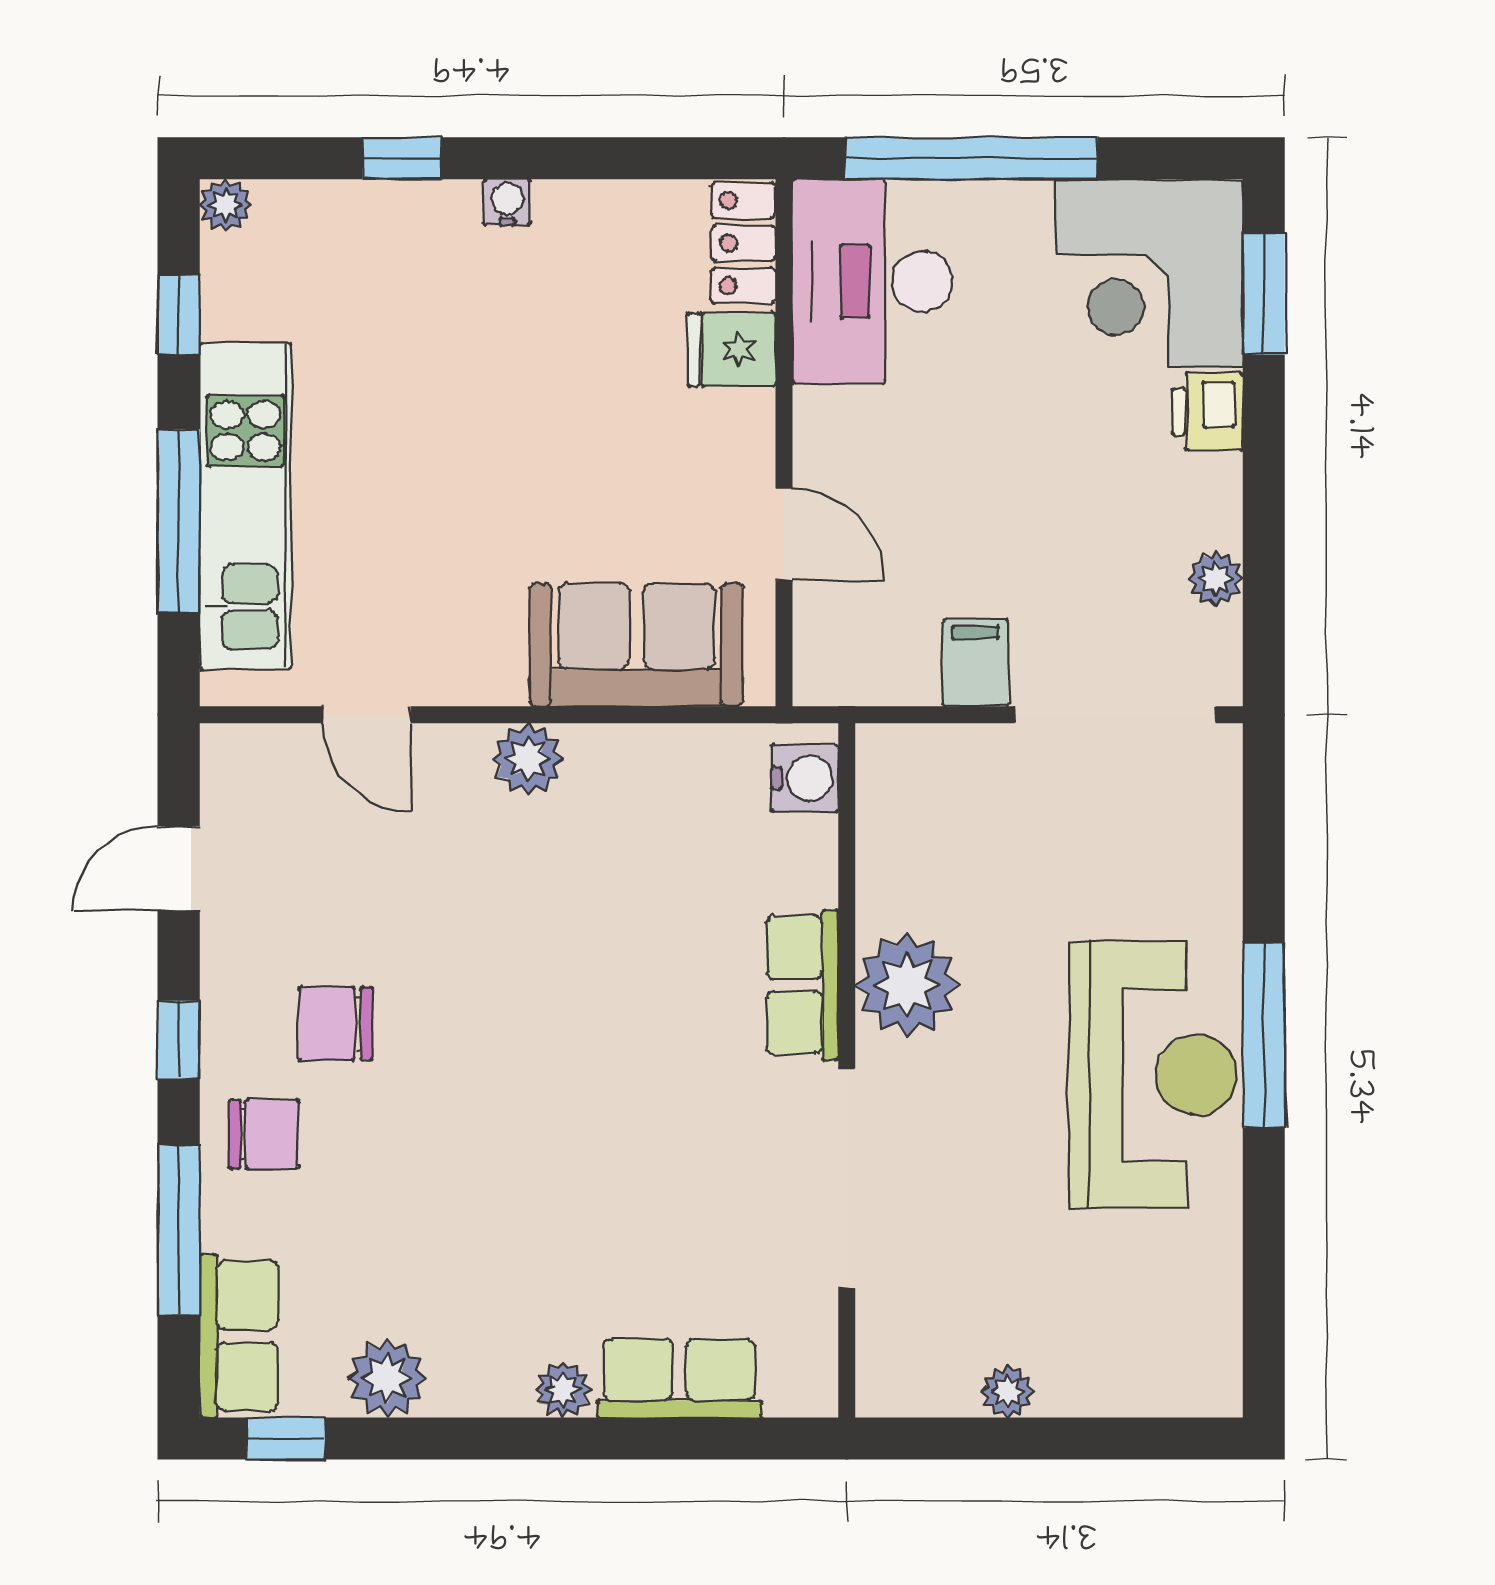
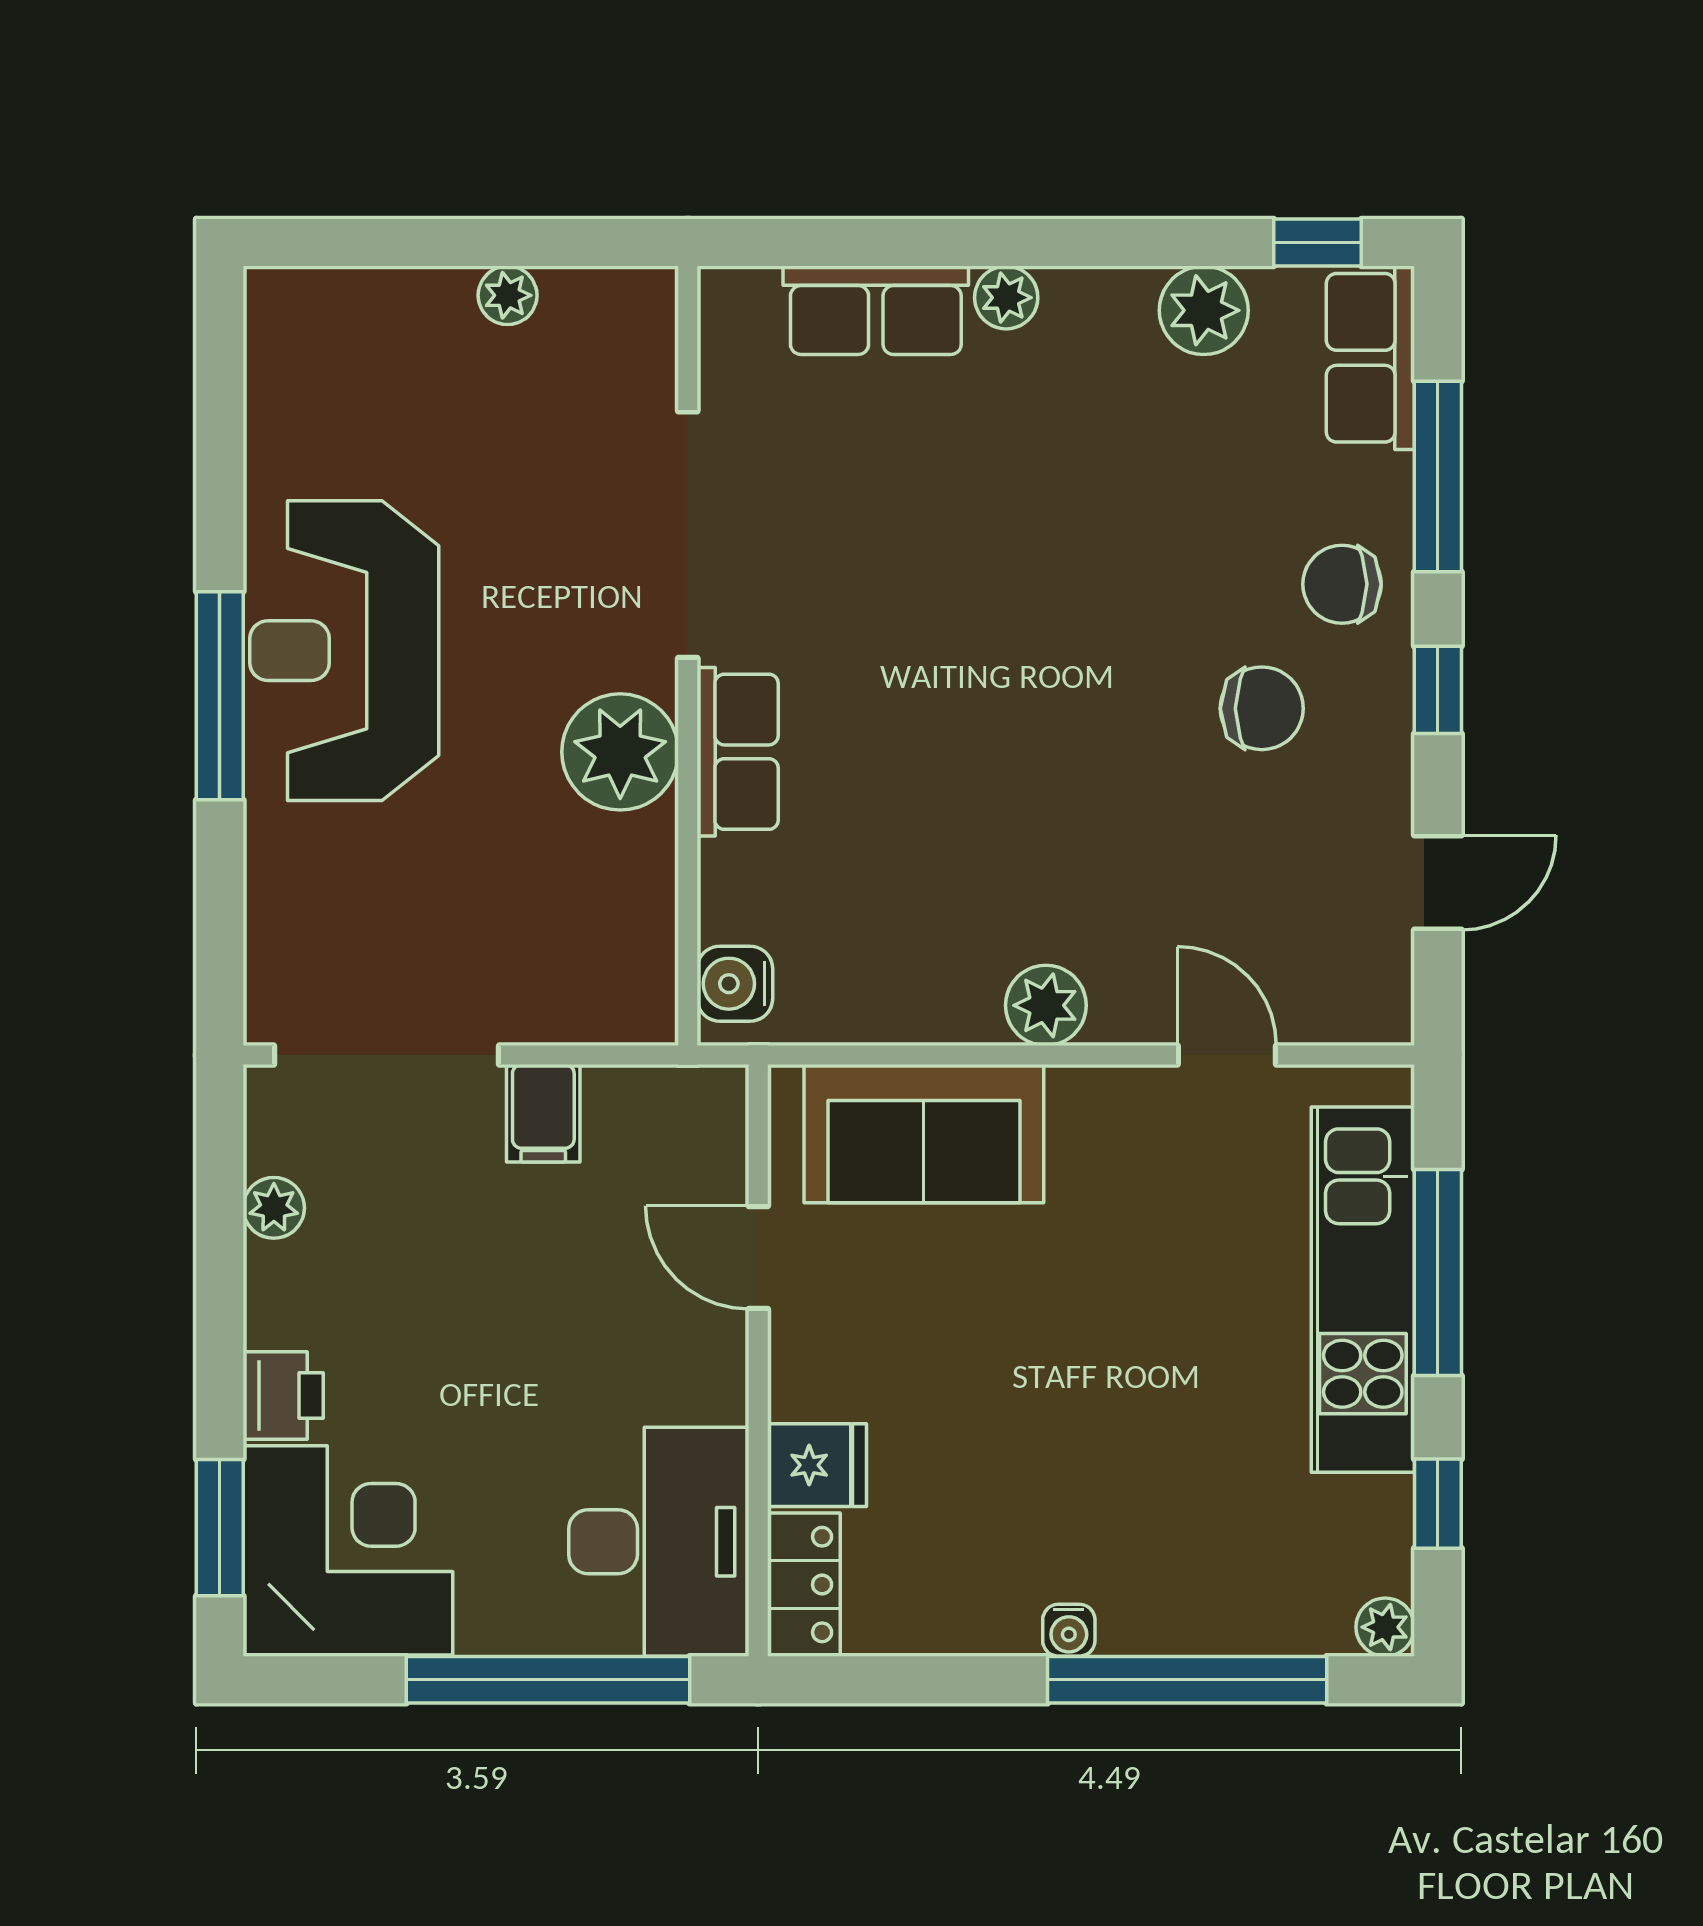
window: (402, 158) -> (1187, 1680), width x3.17

